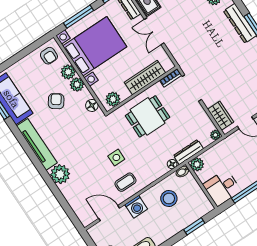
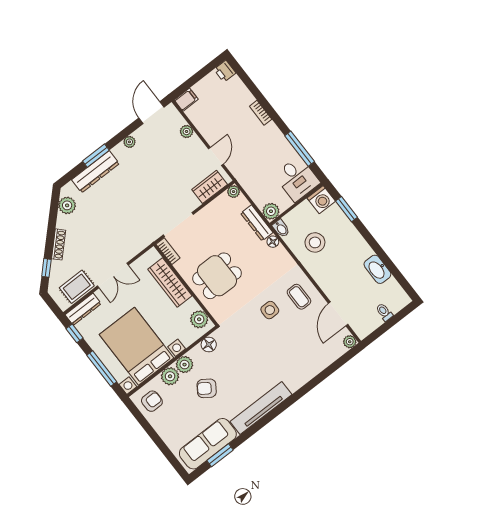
dining table: (148, 116) -> (217, 276), turned 90
plant: (60, 174) -> (350, 342), moved, width x0.53, depth x0.53
washing machine: (136, 207) -> (321, 200), moved, turned 90

